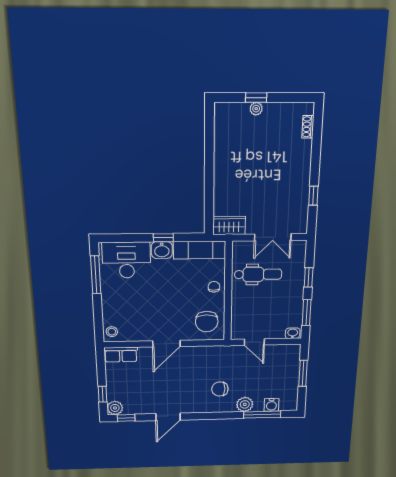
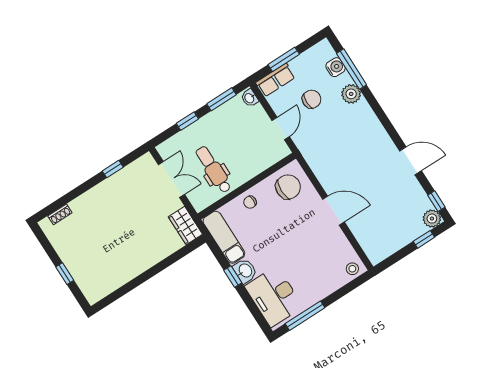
plant: (256, 109) -> (73, 268), removed
row of seats: (121, 355) -> (275, 80), moved, turned 90
chair: (220, 389) -> (312, 99), moved, turned -90

